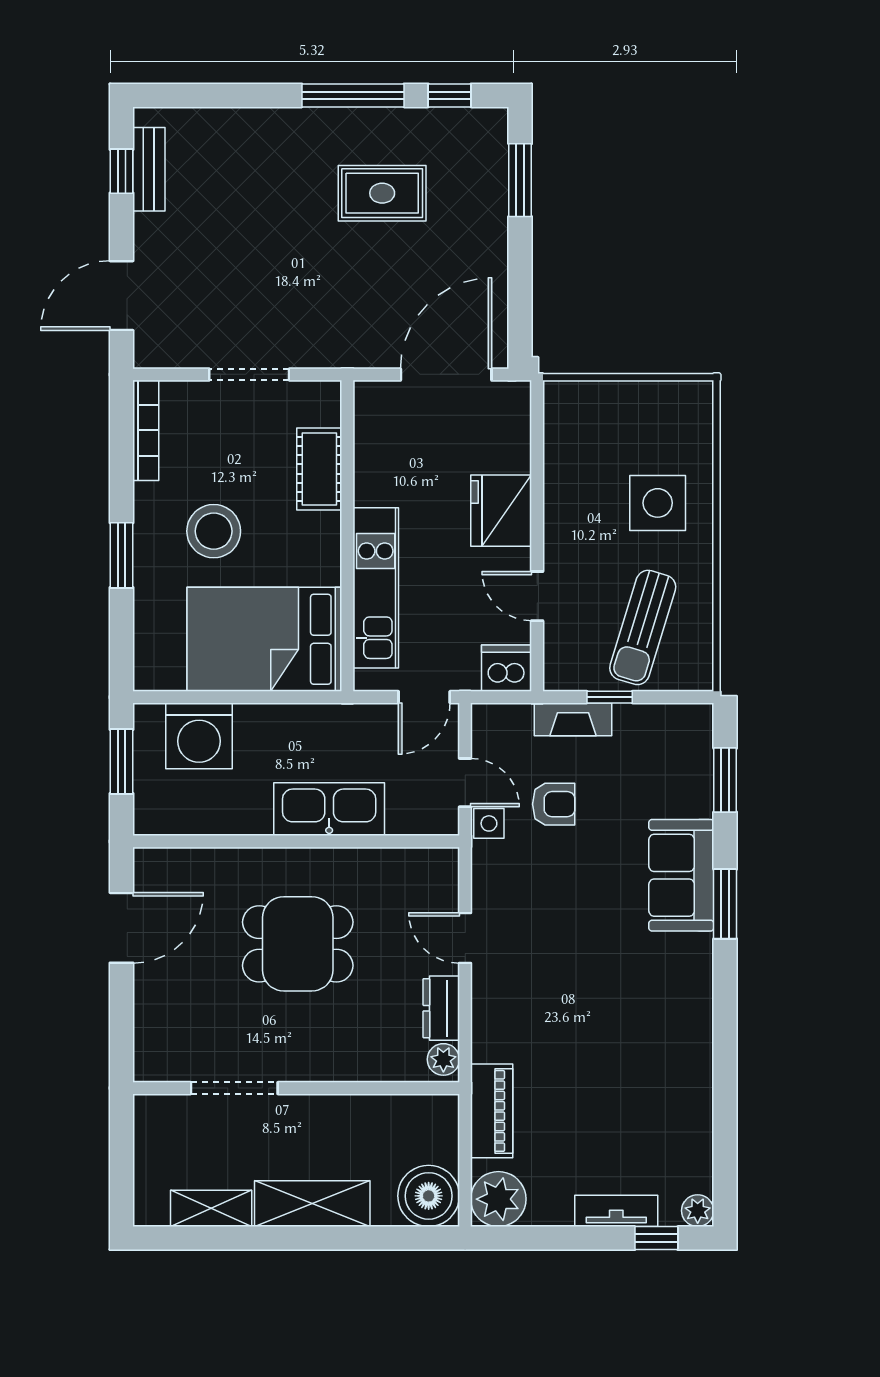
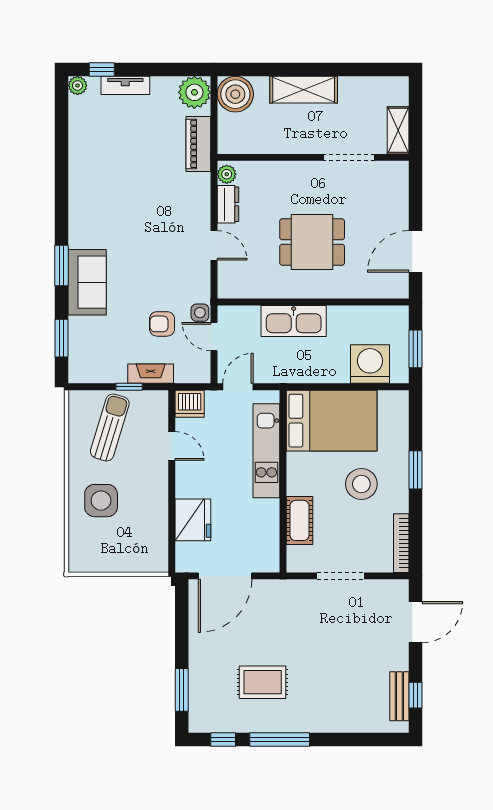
fridge: (501, 511) -> (193, 520), moved
shelving: (211, 1208) -> (398, 130), moved, turned 90

